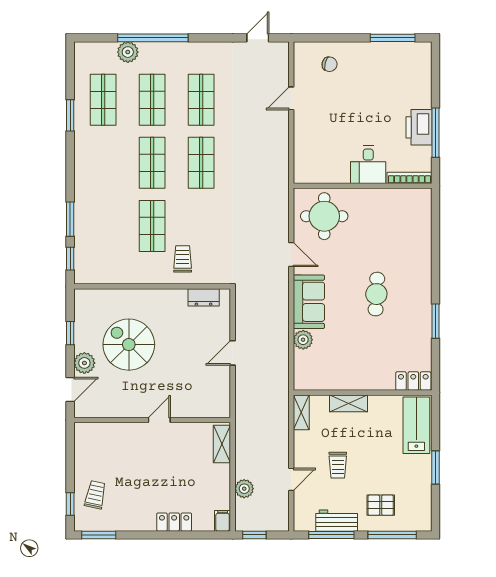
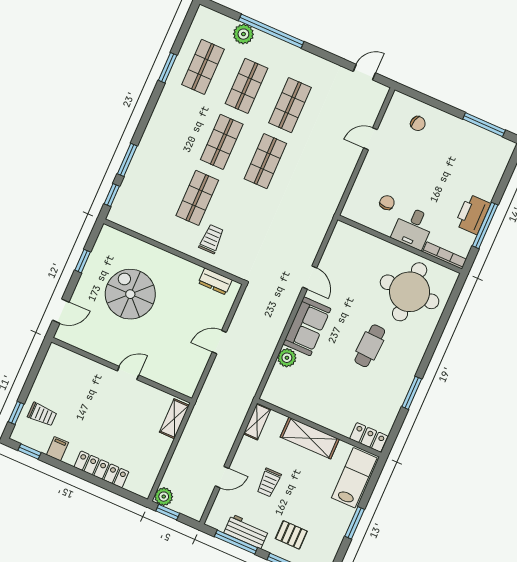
chair: (333, 152) -> (387, 203), added
round table: (324, 216) -> (410, 292), moved, width x1.36, depth x1.36
plant: (84, 363) -> (84, 293), removed
shelving: (348, 403) -> (310, 438), width x1.50, depth x1.33
plant: (244, 489) -> (164, 497), moved
trolley: (95, 495) -> (42, 414), turned 78
filing cabinet: (223, 521) -> (57, 449), moved
locker: (174, 522) -> (101, 469), width x1.53
window: (99, 535) -> (29, 451), width x0.67

